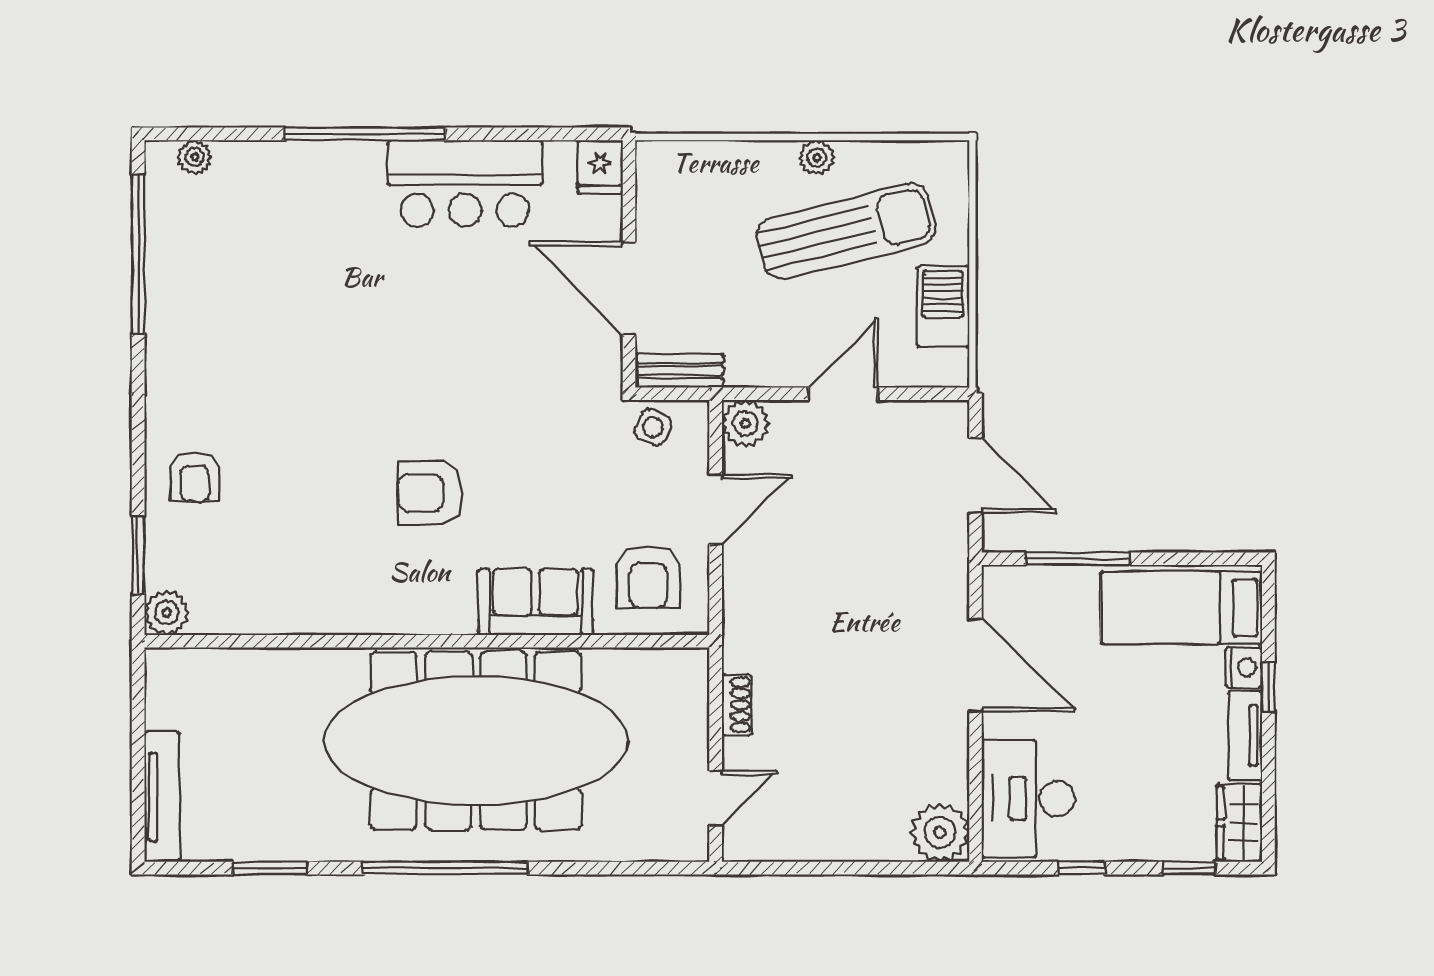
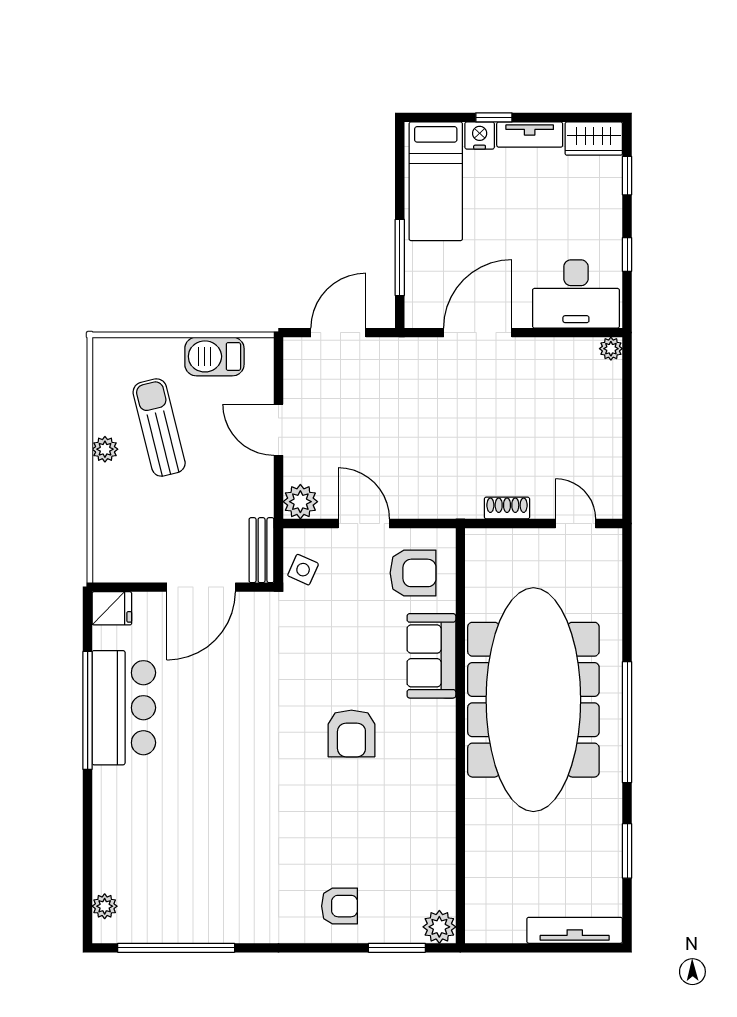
window: (365, 134) -> (88, 710), moved
sun lounger: (846, 231) -> (159, 428), width x0.73, depth x0.75
plant: (940, 832) -> (611, 349), width x0.53, depth x0.53

